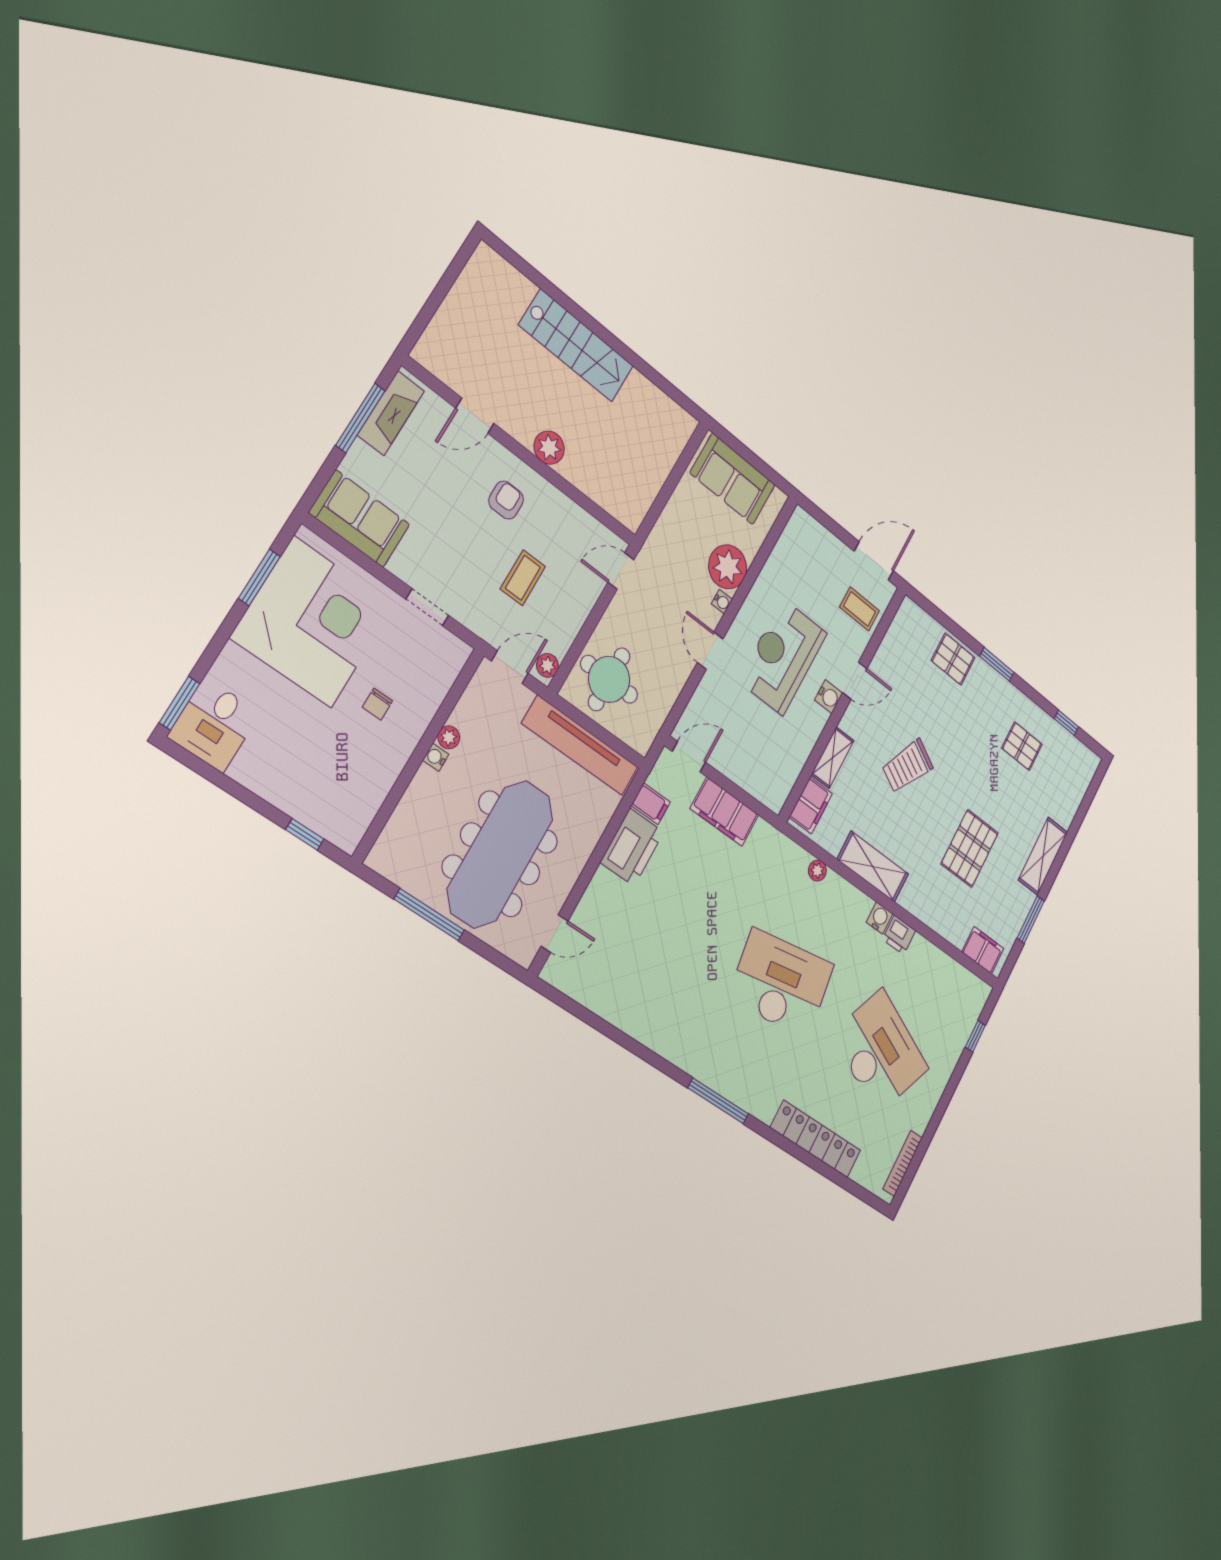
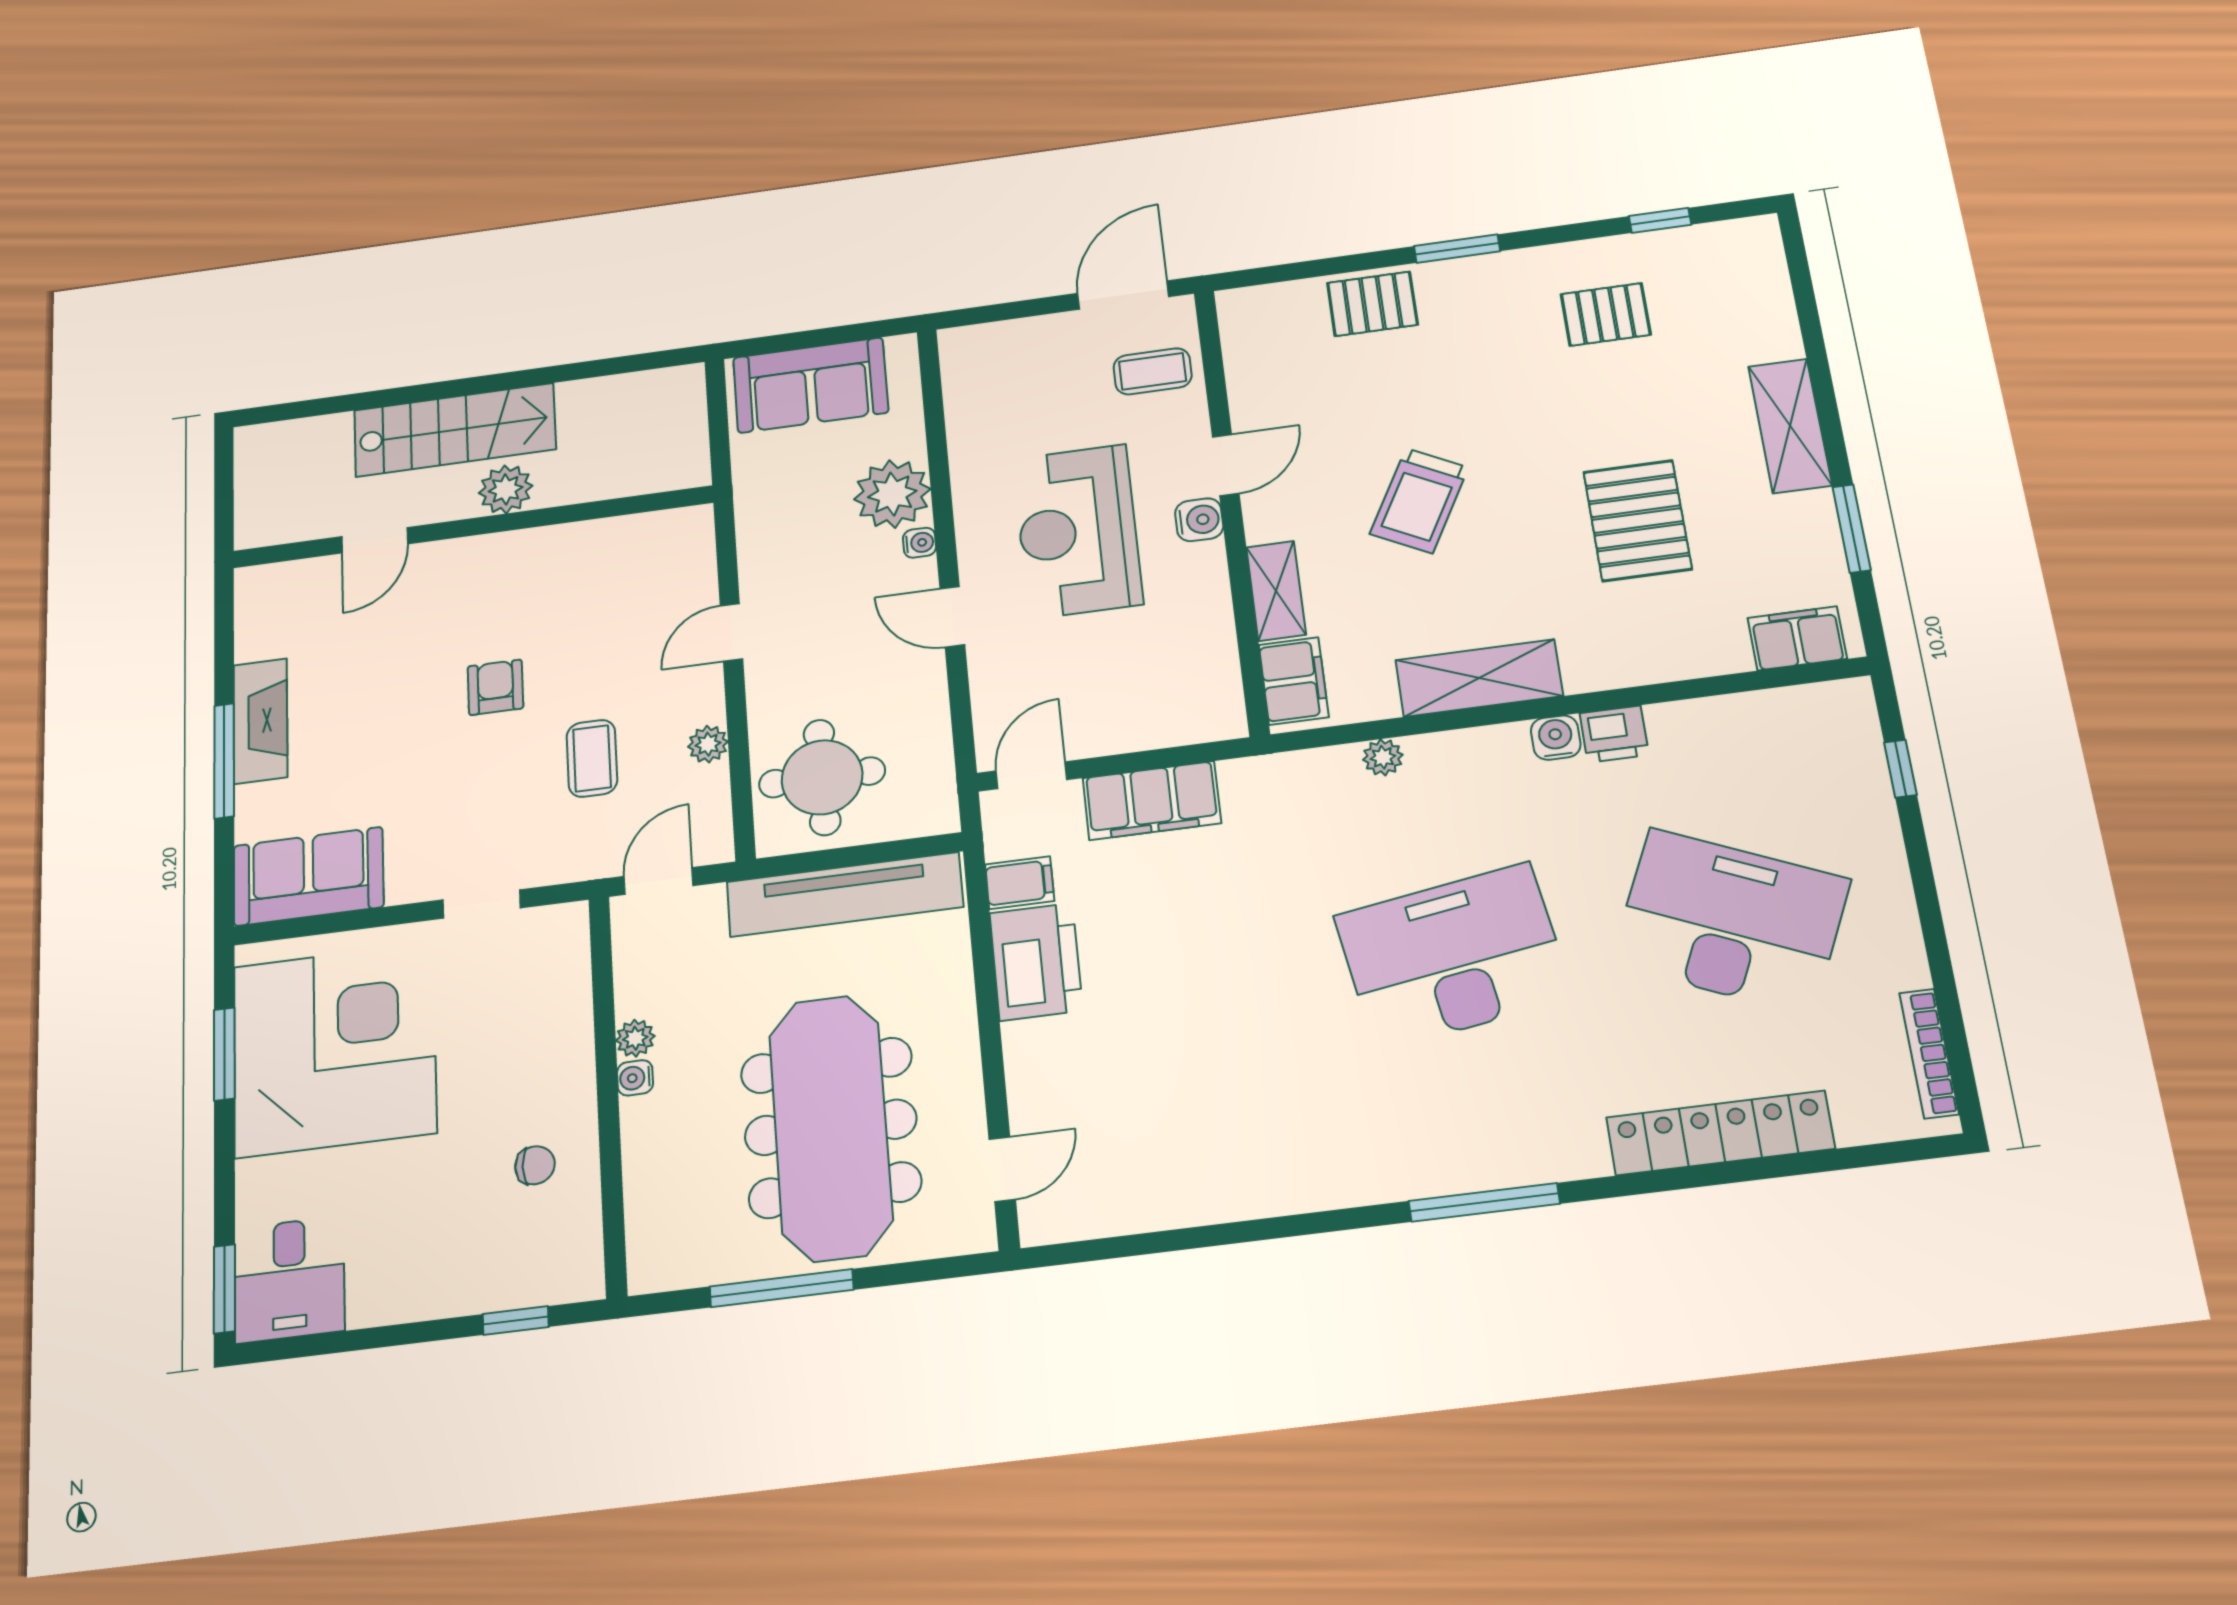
door: (475, 416) -> (375, 540), moved
plant: (549, 448) -> (506, 489), moved
wall: (522, 453) -> (472, 527), moved
plant: (547, 665) -> (708, 744), moved
chair: (377, 704) -> (535, 1165), moved, turned -90

